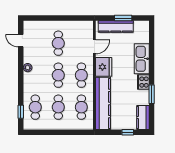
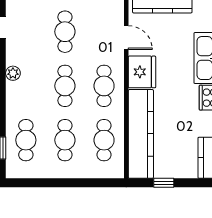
door: (94, 47) -> (126, 38), hinge flipped
window: (128, 132) -> (164, 183), moved

